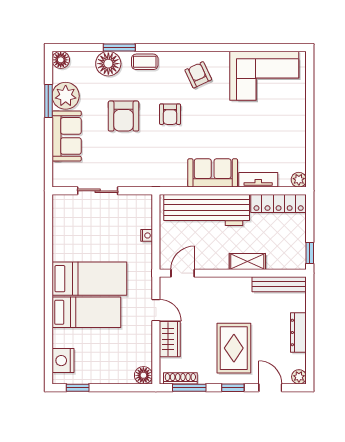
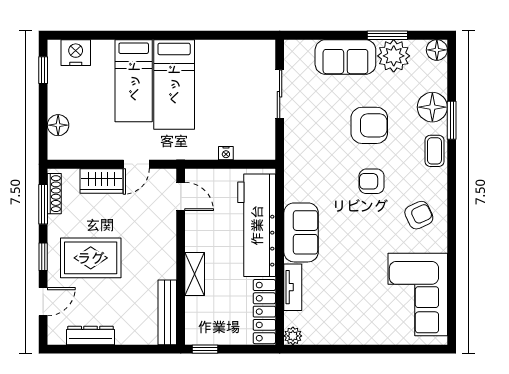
armchair: (123, 116) -> (369, 125), turned 180
dresser: (298, 332) -> (91, 335), moved
floor lamp: (143, 375) -> (58, 125), moved
plant: (299, 377) -> (56, 336), removed

